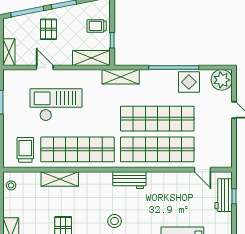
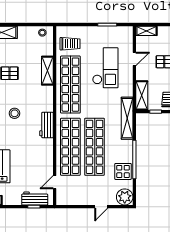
shelving: (121, 77) -> (127, 118), width x1.47

